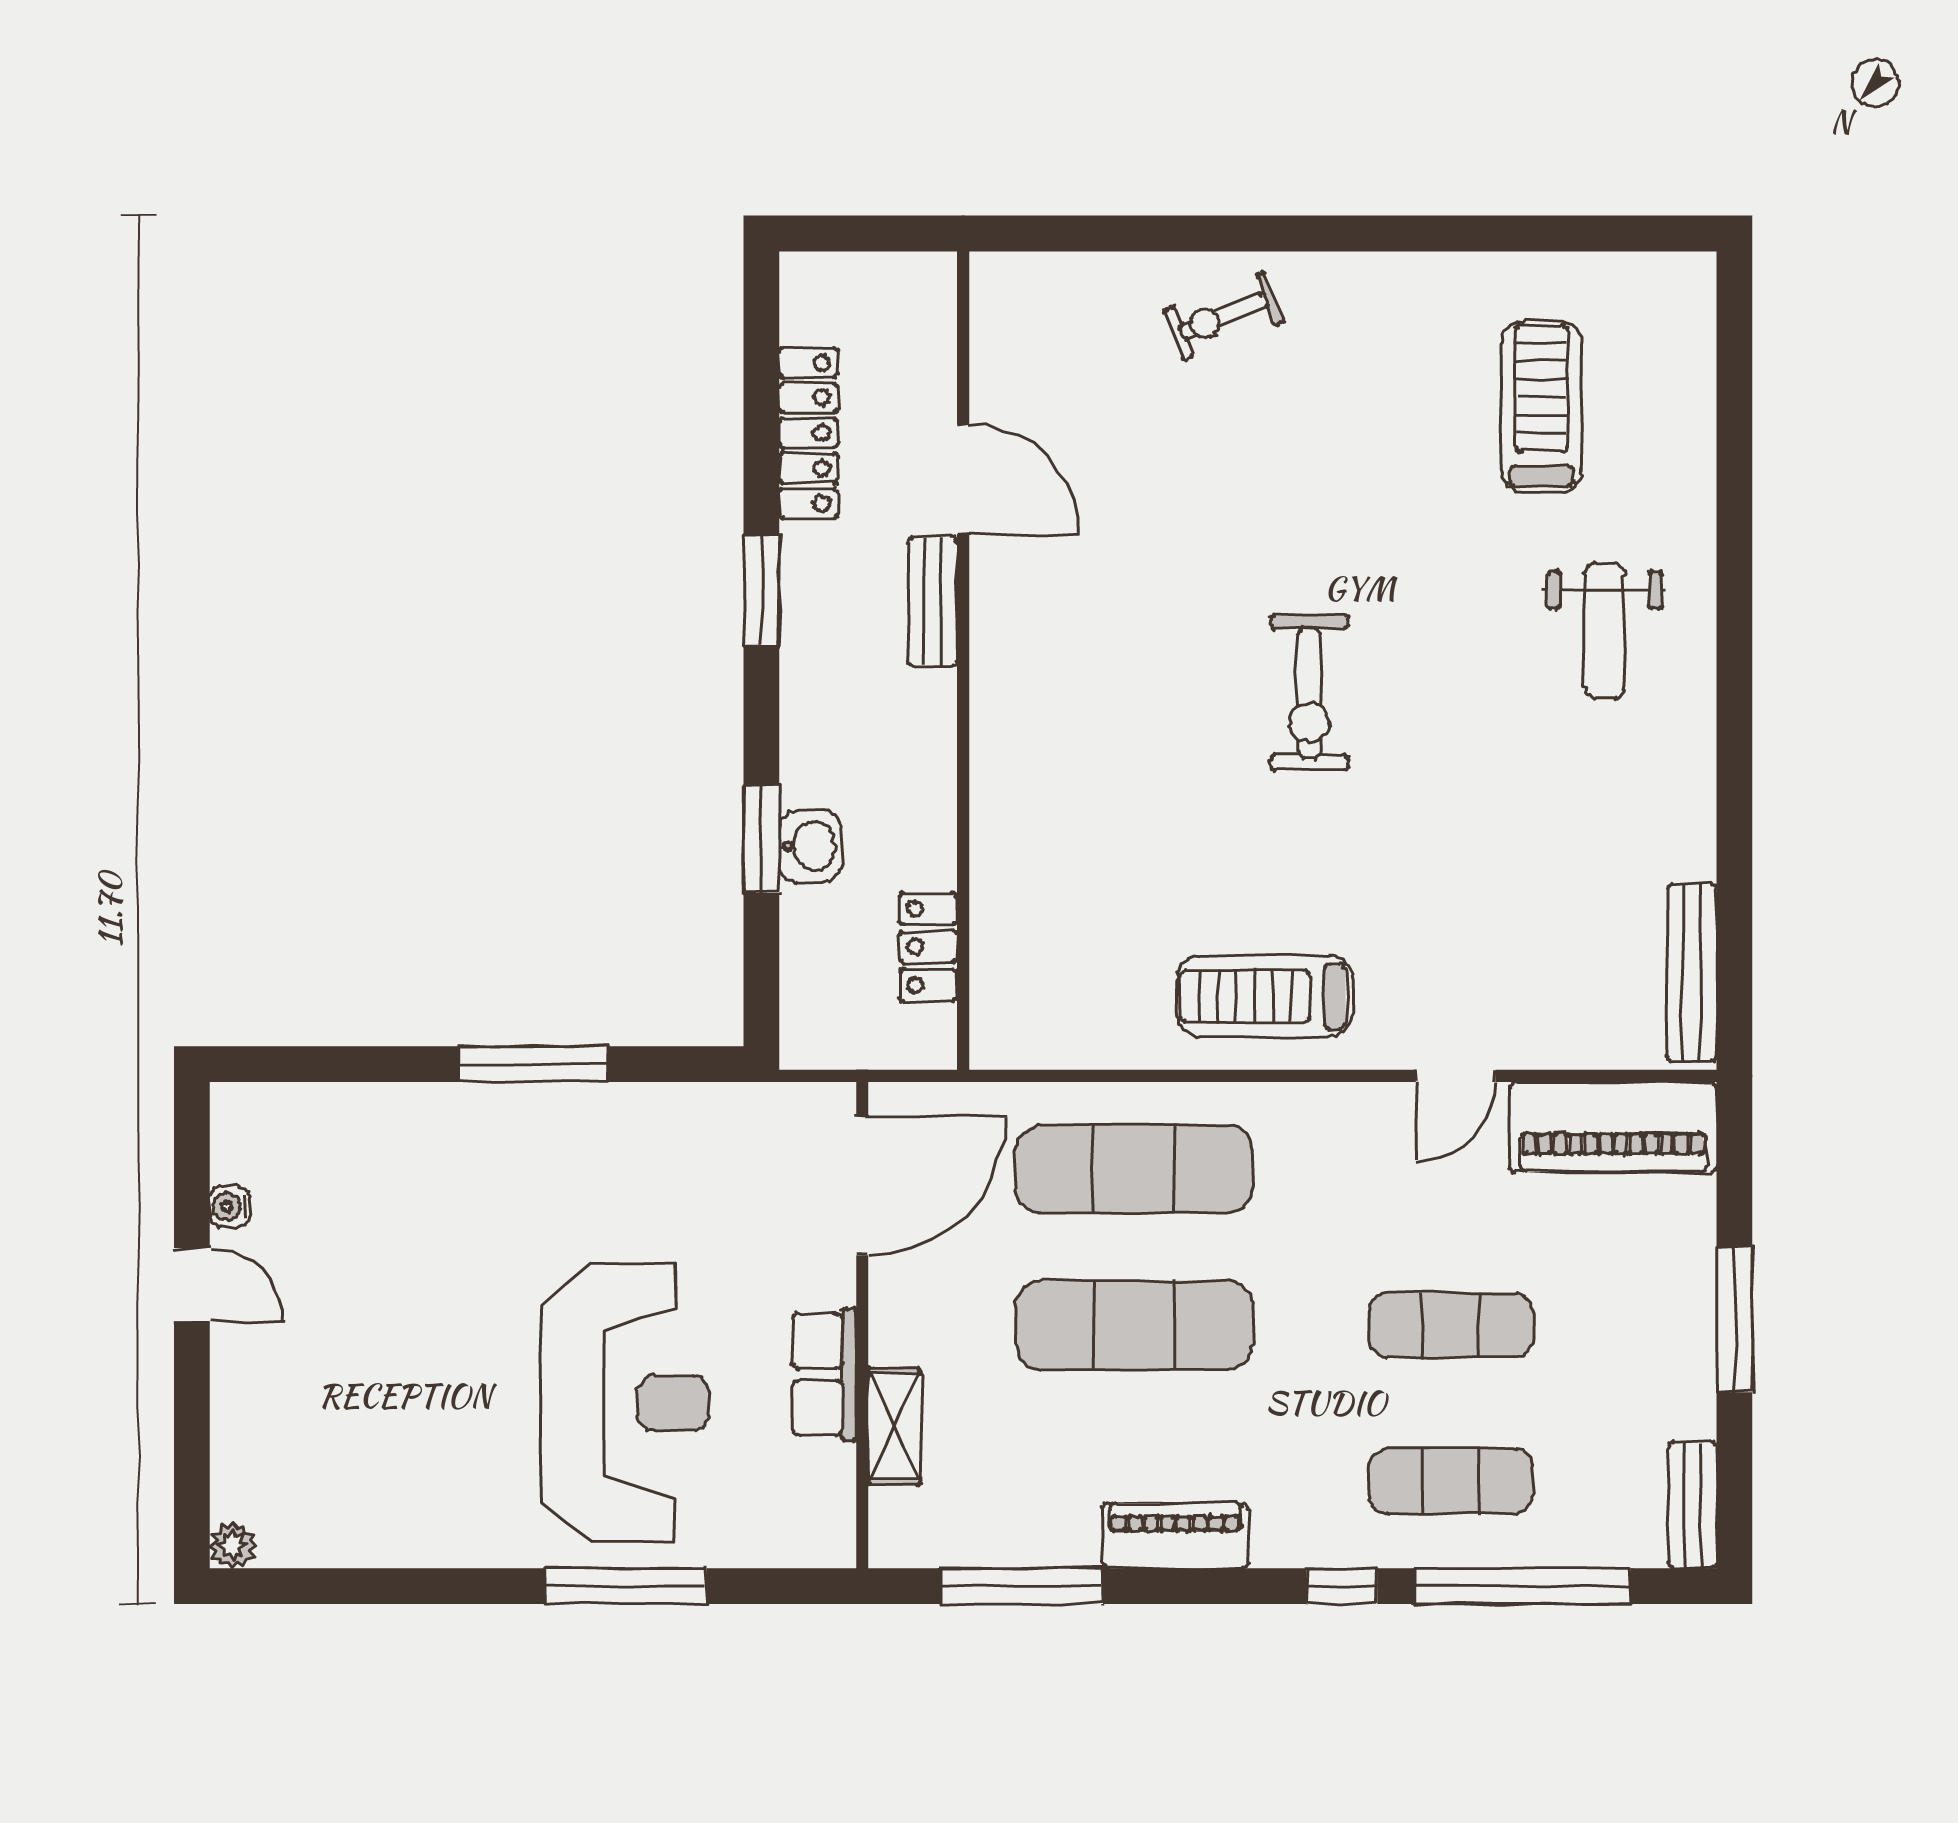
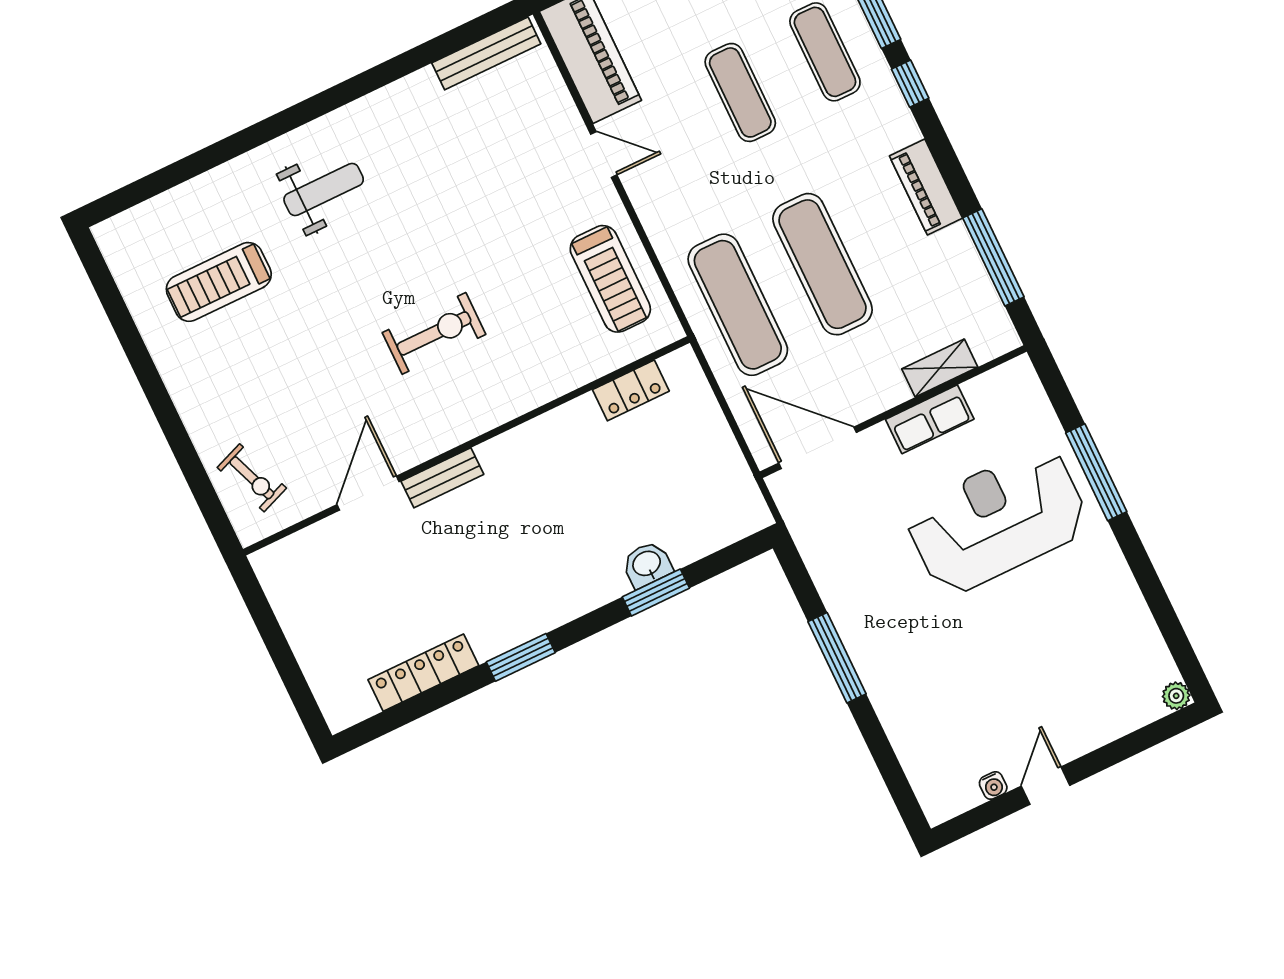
door: (963, 479) -> (368, 493), moved
bench: (933, 602) -> (442, 478), moved
wall: (963, 661) -> (466, 446), moved
locker: (928, 947) -> (631, 390), moved

